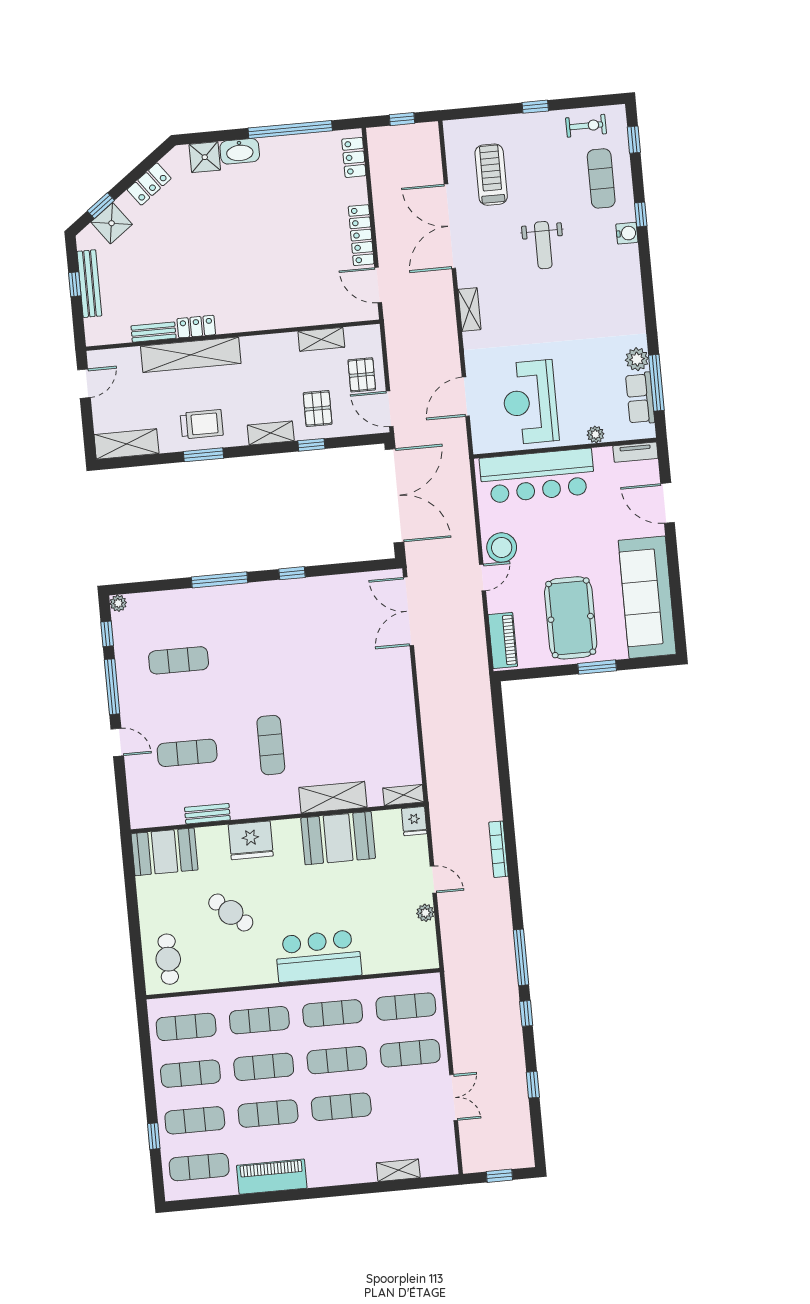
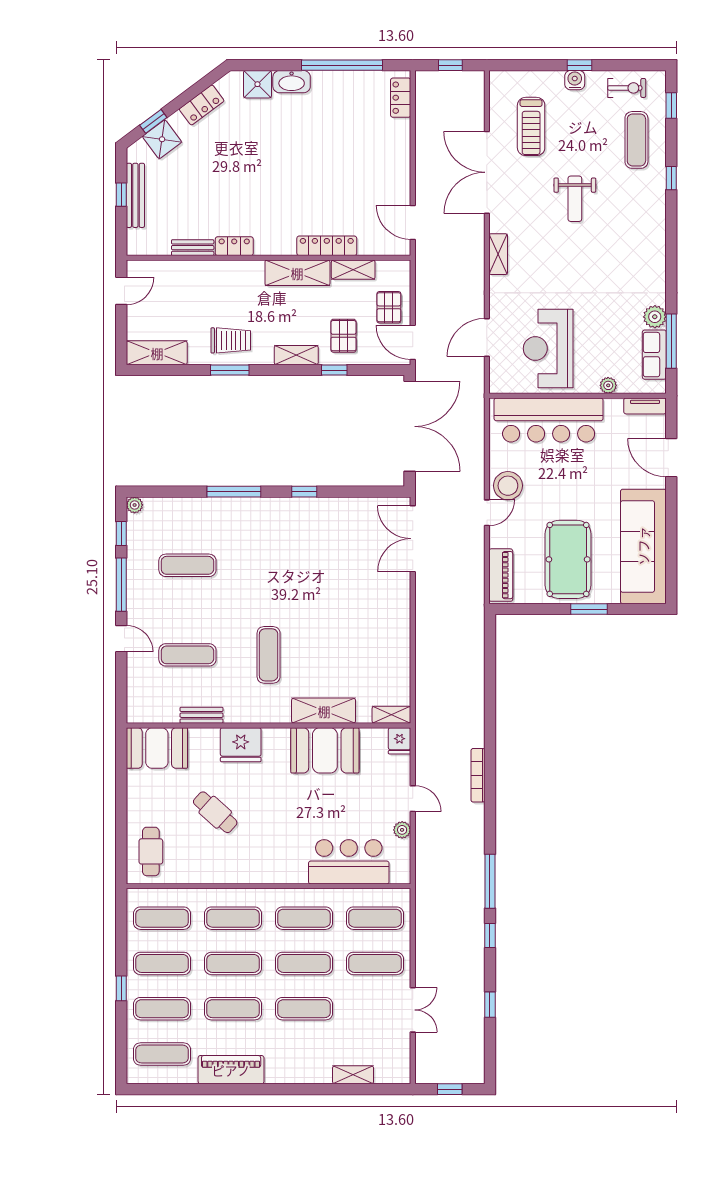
treadmill: (491, 175) -> (531, 126), turned 180
water cooler: (627, 233) -> (575, 80), moved, turned -90
locker: (361, 235) -> (327, 246), moved, turned 90
shelving: (191, 355) -> (297, 273), moved, width x0.68
bar counter: (318, 956) -> (349, 862), moved
window: (154, 1136) -> (121, 988), moved

